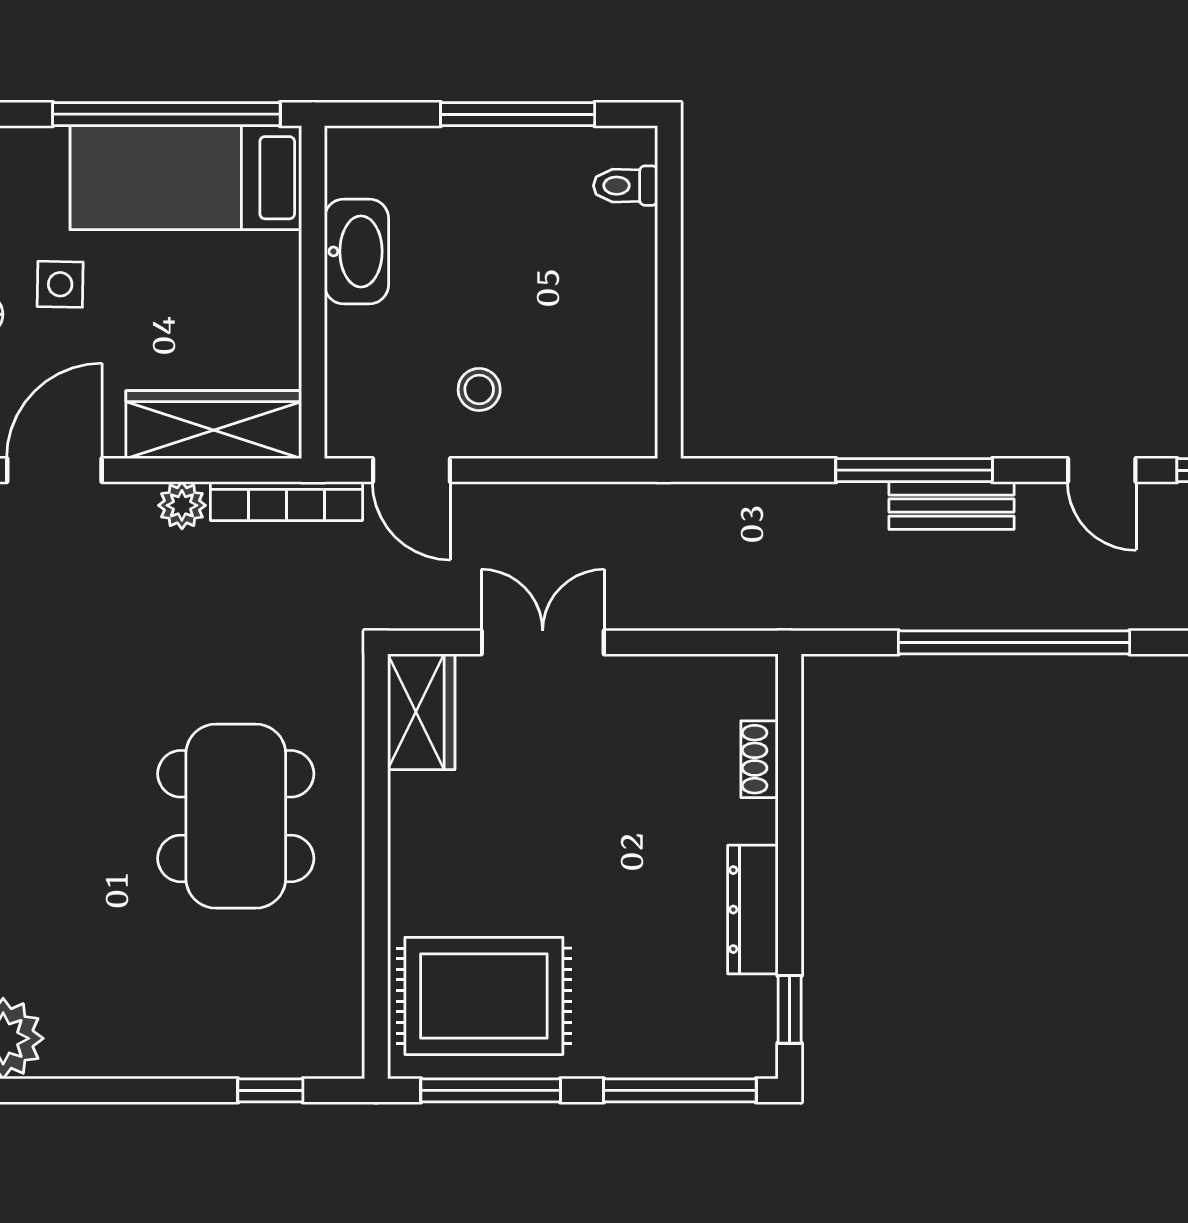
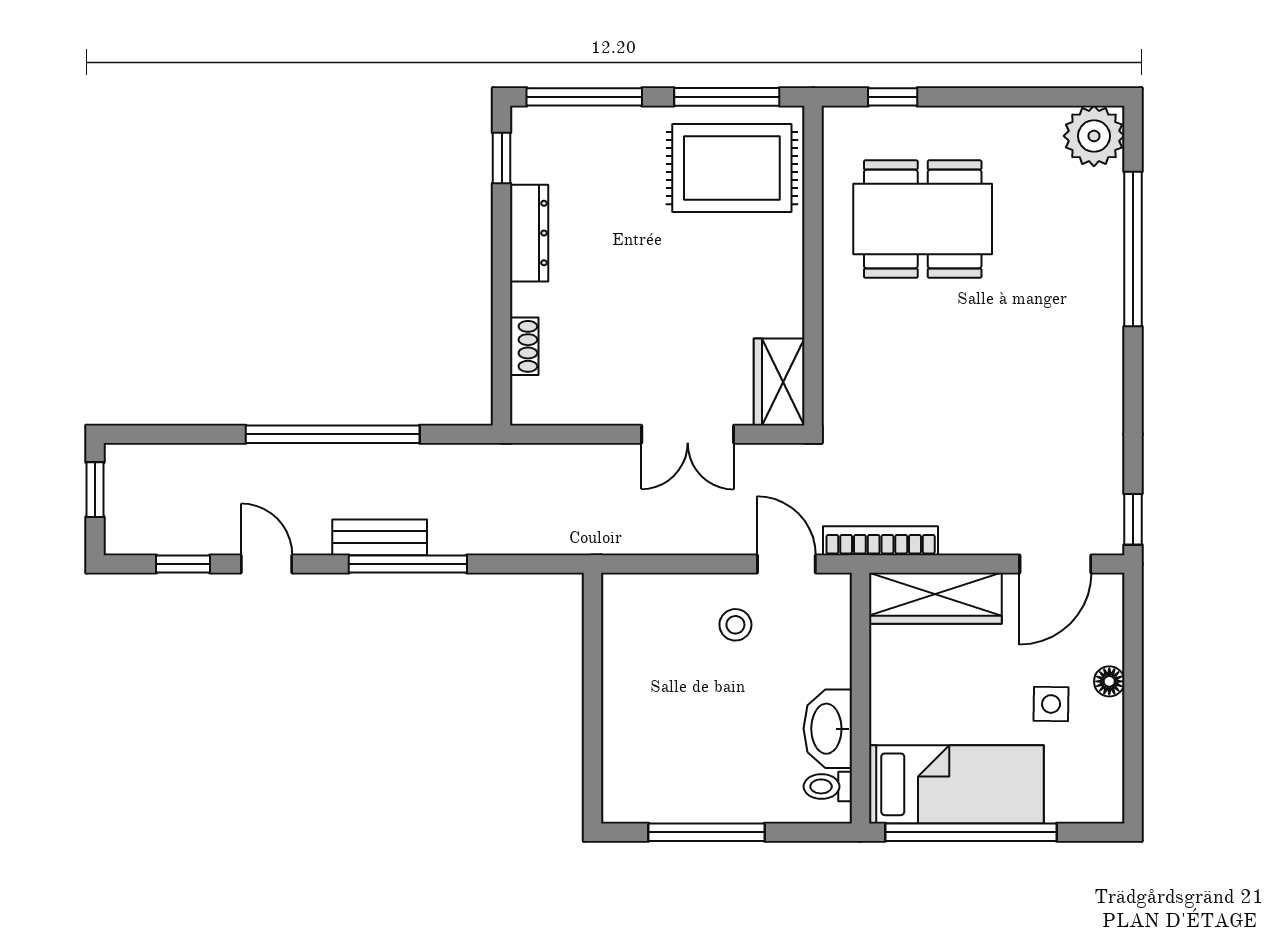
toilet: (625, 186) -> (828, 786), moved, turned 180
plant: (182, 505) -> (959, 538), removed
dining table: (236, 816) -> (923, 219), moved, turned 90

